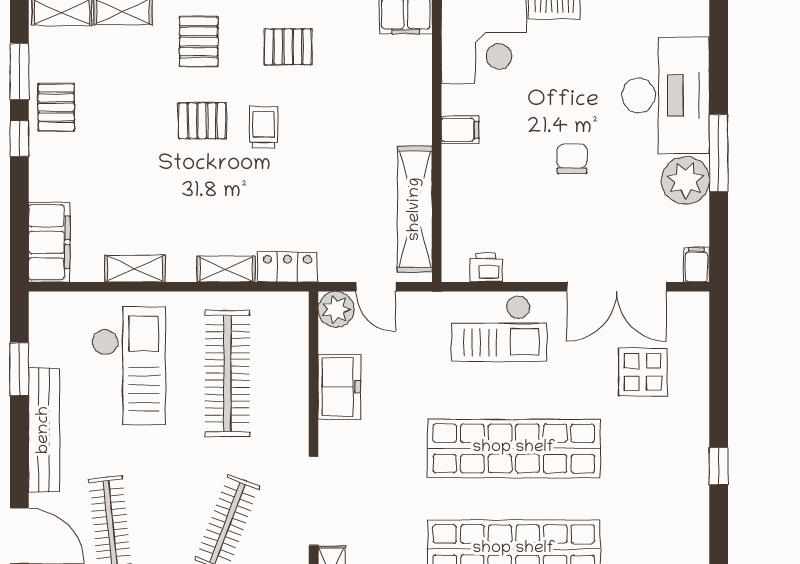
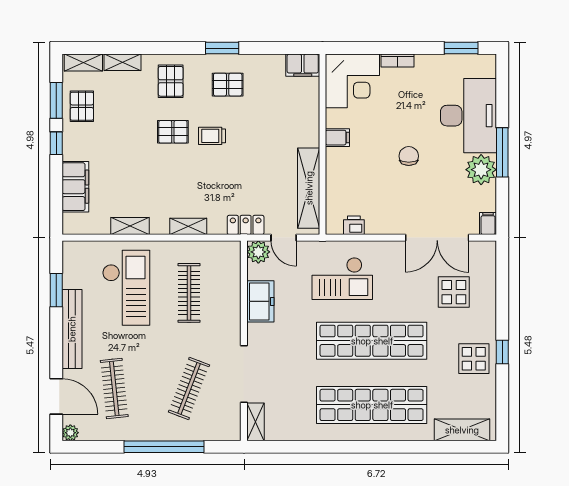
pallet: (56, 107) -> (82, 106), moved
trolley: (264, 127) -> (212, 136), turned -90
filing cabinet: (49, 242) -> (75, 187), moved
locker: (287, 267) -> (246, 225), moved
checkout: (499, 328) -> (342, 279), moved
clothes rail: (227, 374) -> (189, 293), width x0.73, depth x0.76
display table: (674, 477) -> (474, 359), added

